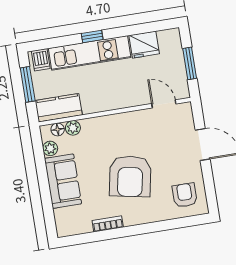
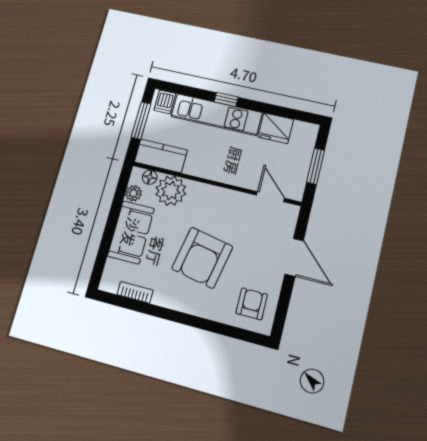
plant: (73, 128) -> (171, 191), width x1.88, depth x1.88
bookcase: (108, 224) -> (135, 292), moved

